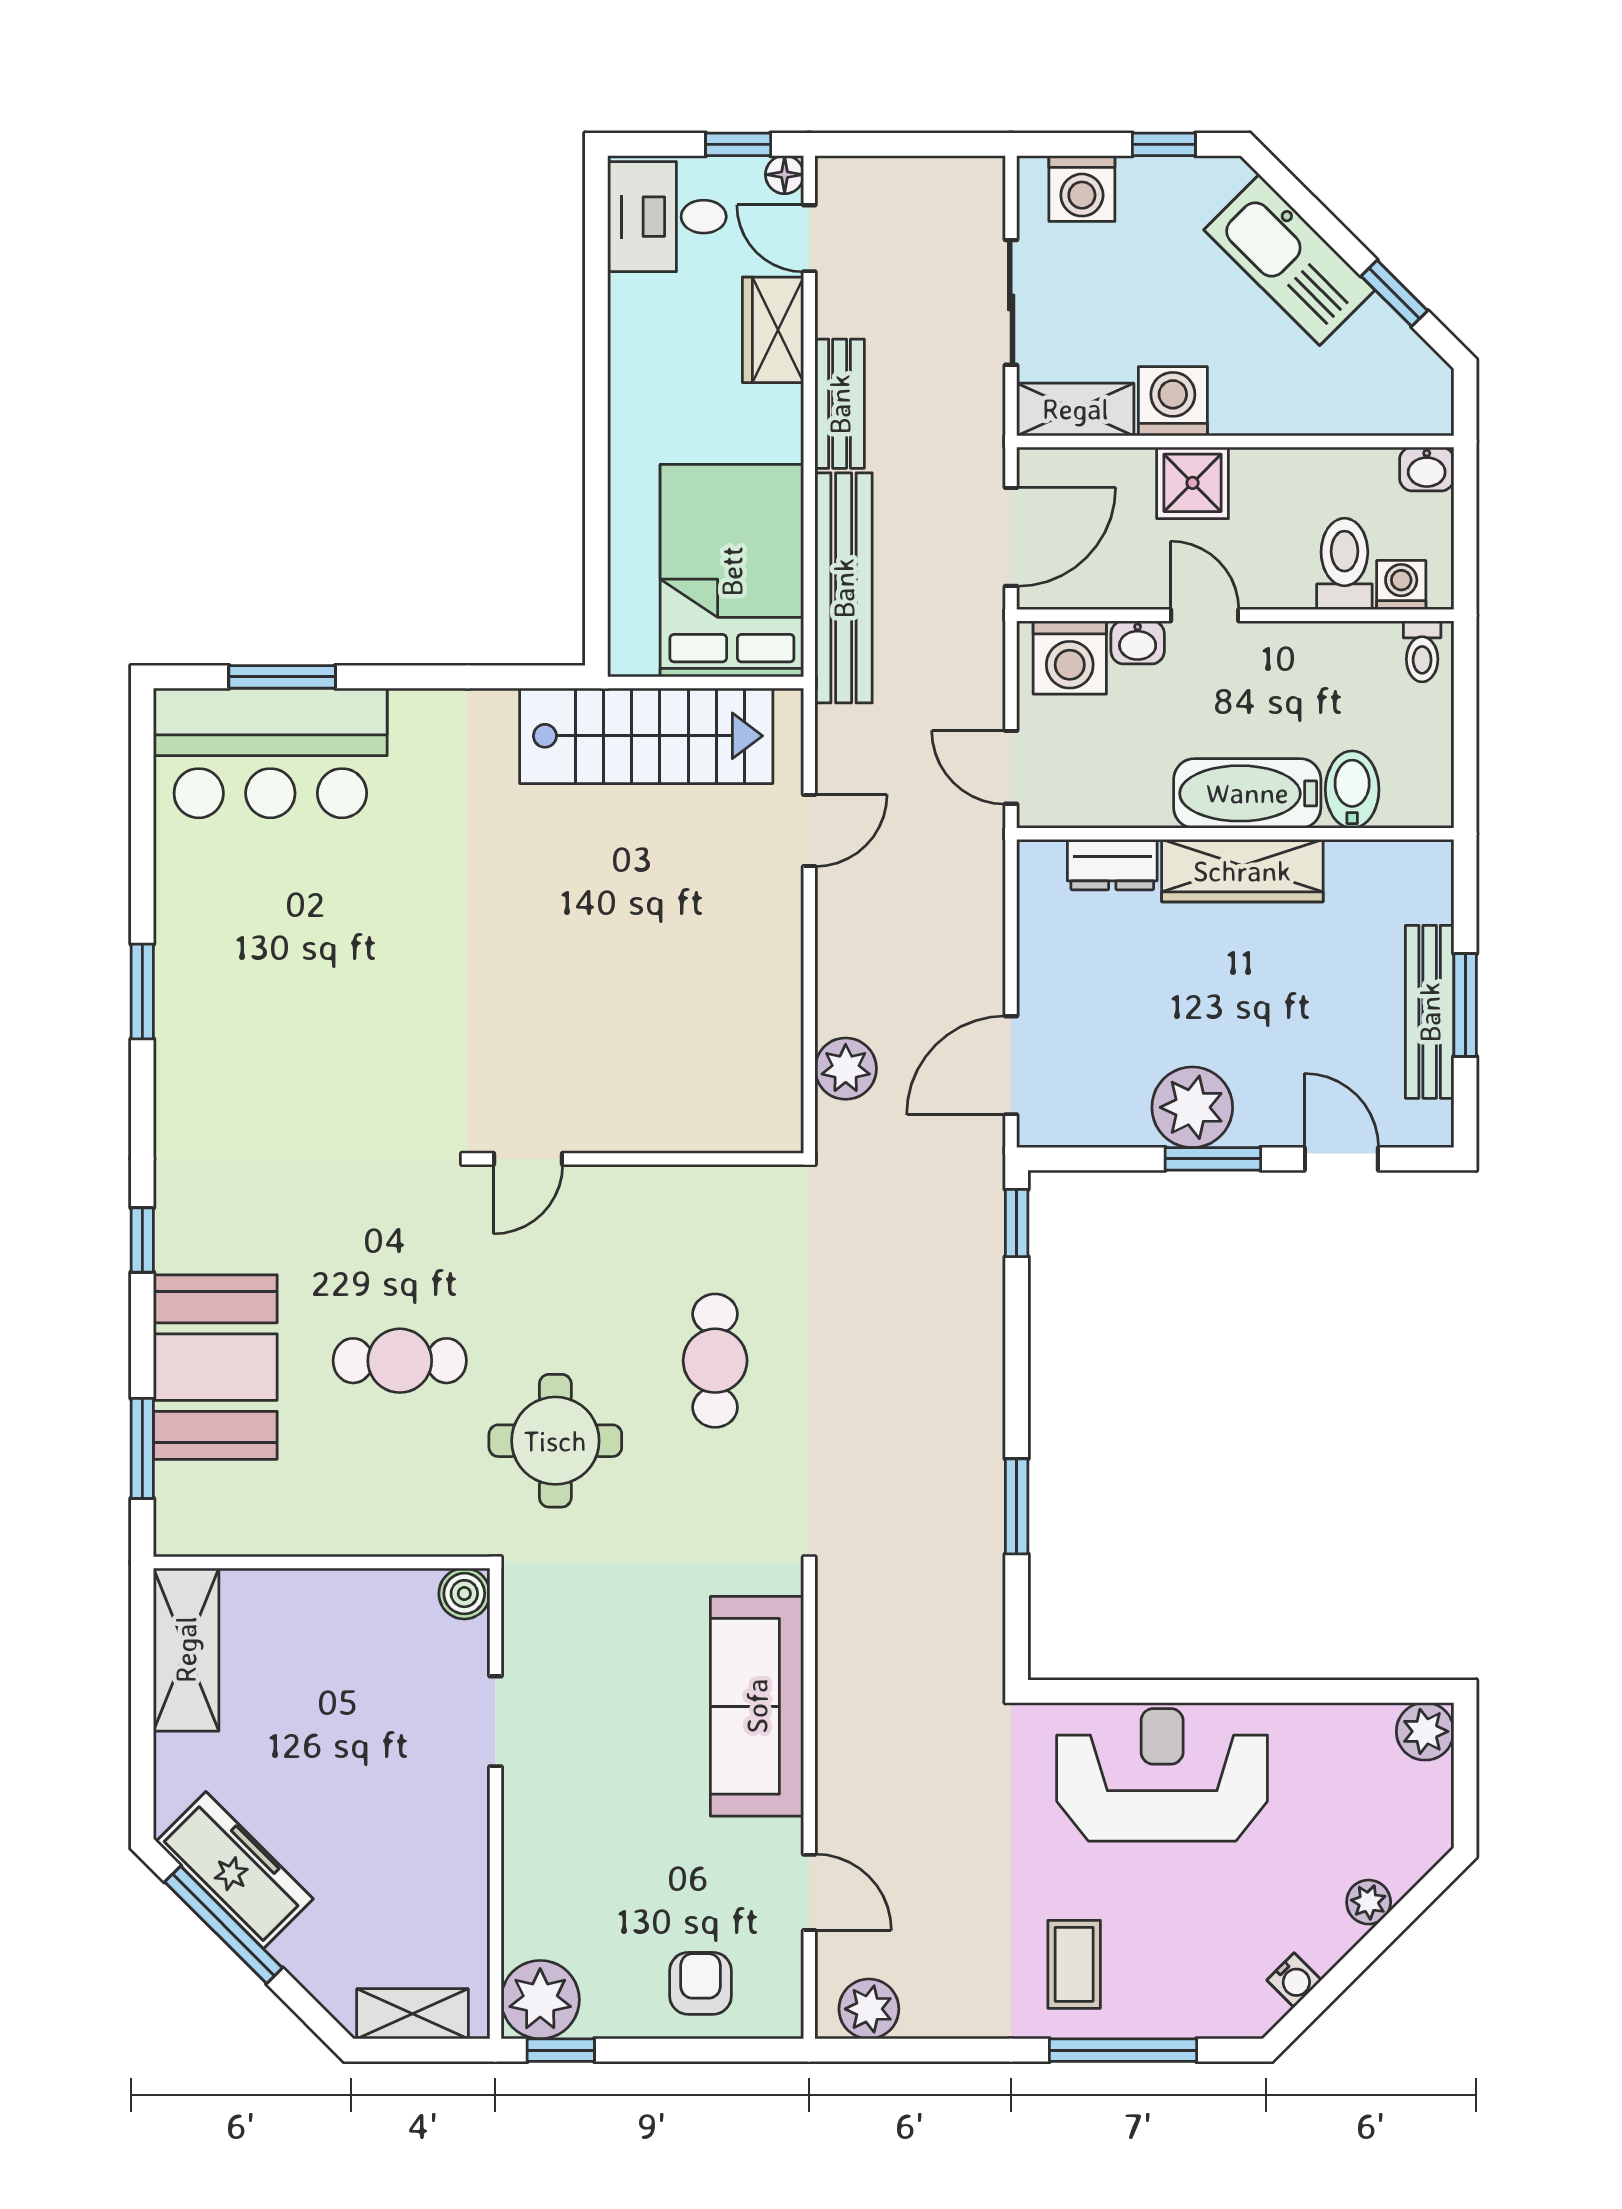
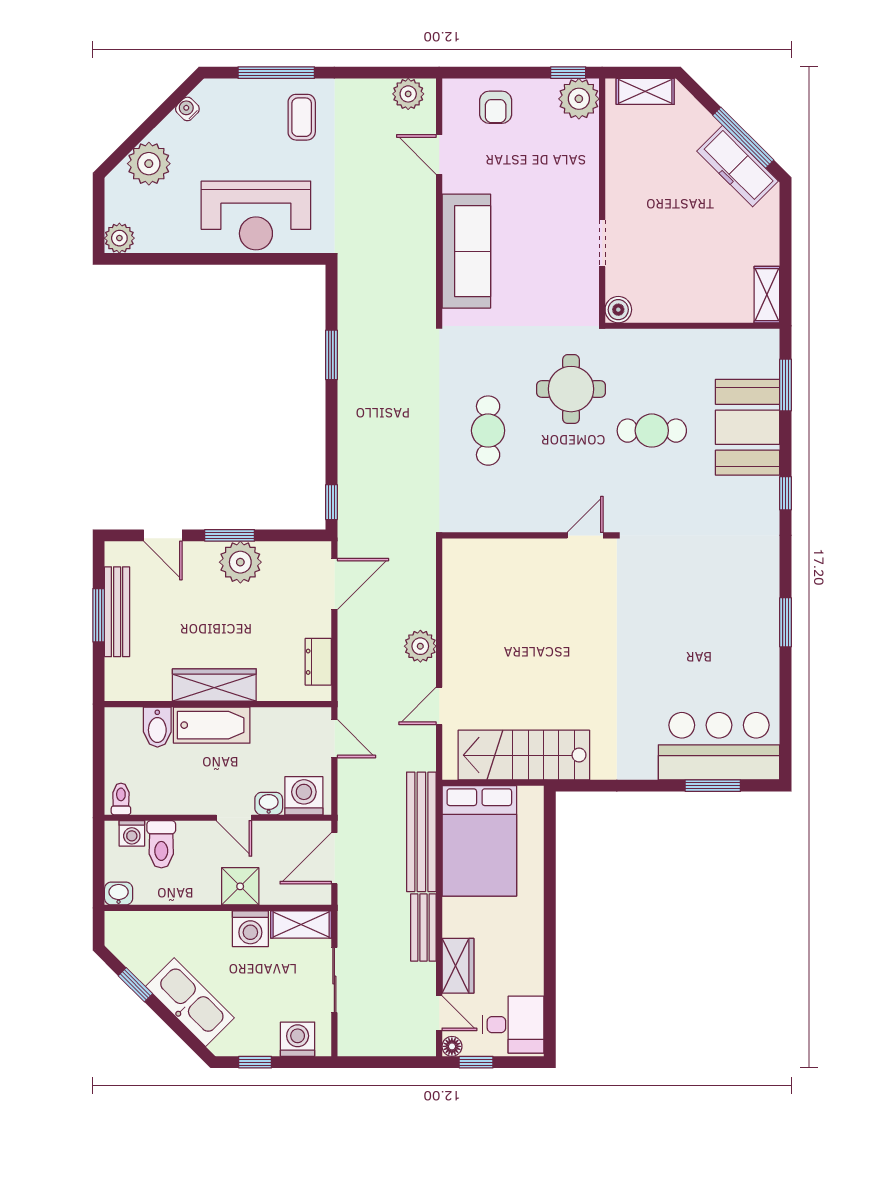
dresser: (1112, 865) -> (318, 662), moved, turned -90
plant: (846, 1069) -> (420, 646), moved
shelving: (186, 1650) -> (767, 295), width x0.67, depth x0.75
plant: (1369, 1902) -> (149, 164), width x1.87, depth x1.87

